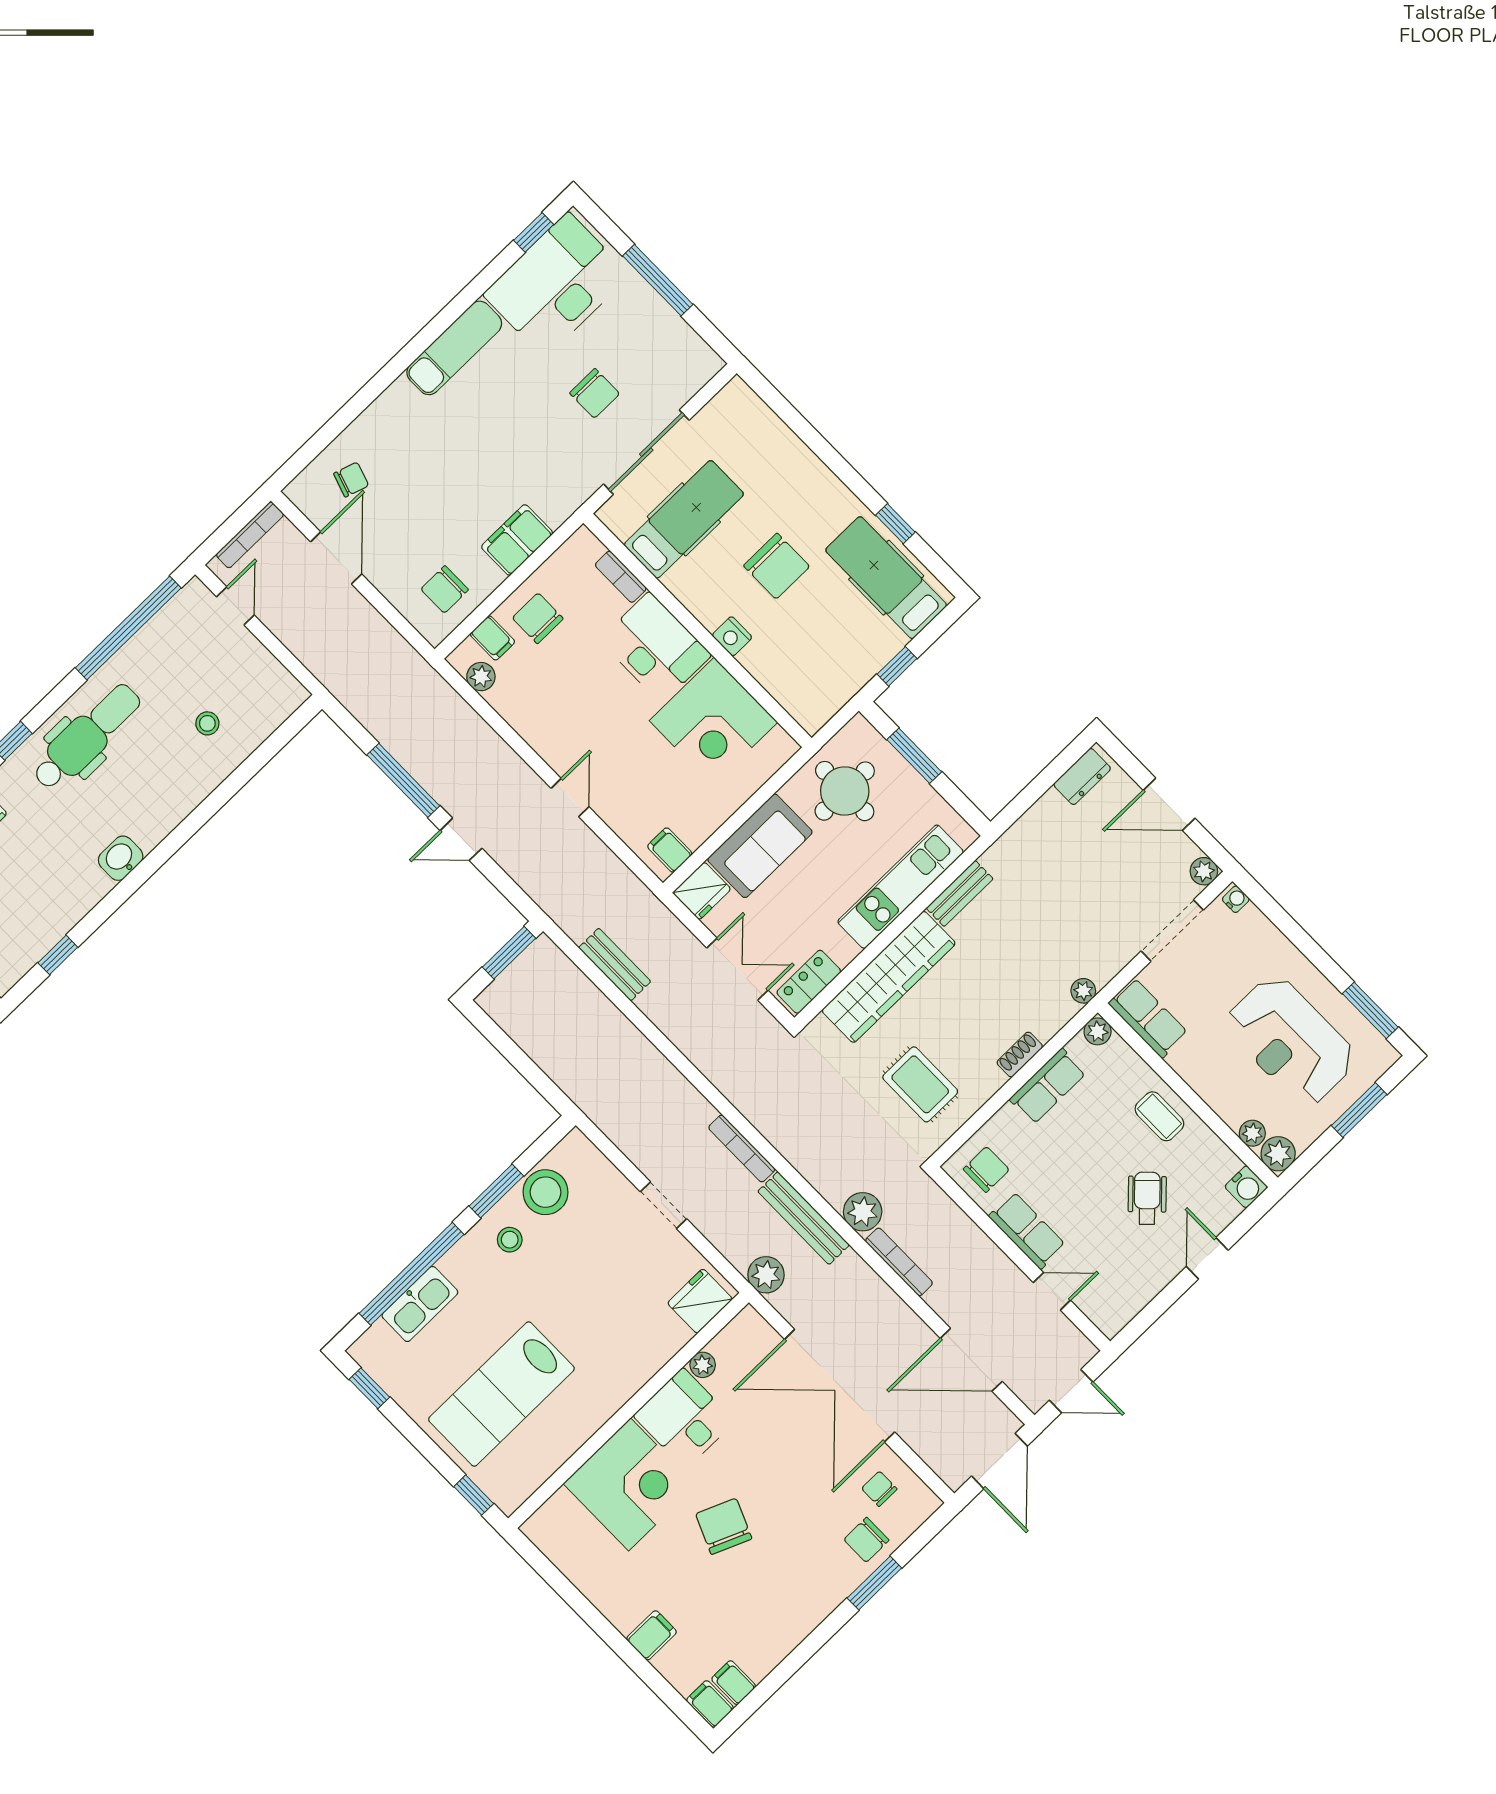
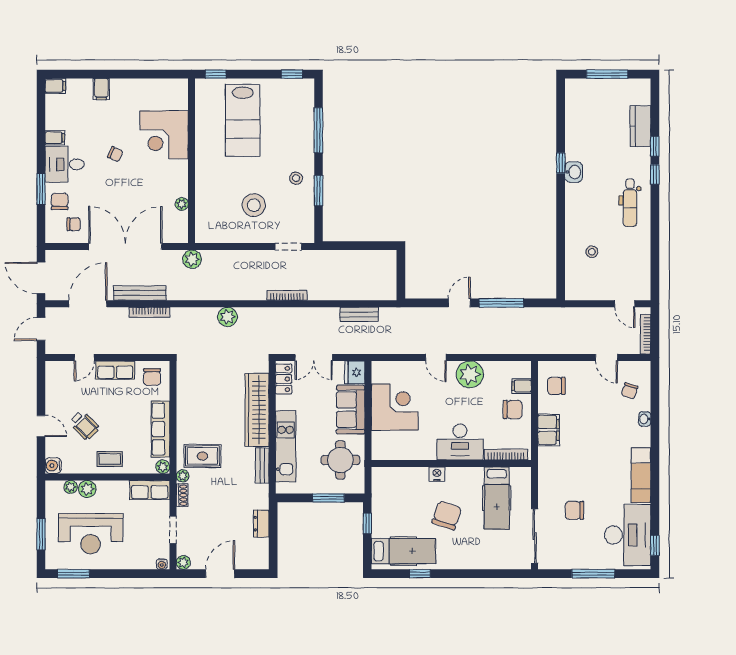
washbasin: (370, 420) -> (645, 419), added
sliding door: (646, 452) -> (535, 536), moved
door: (336, 558) -> (606, 358), width x0.73
chair: (777, 566) -> (447, 515), turned 109
bookcase: (621, 577) -> (506, 455), width x1.56
chair: (445, 589) -> (556, 386), turned -90
window: (128, 628) -> (655, 257), removed
plant: (481, 677) -> (470, 374), moved, width x1.87, depth x1.87
corner desk: (713, 721) -> (395, 407), moved, turned 90
dental chair: (87, 737) -> (630, 203), width x0.73, depth x0.72
dresser: (1082, 777) -> (261, 524), moved
filing cabinet: (670, 850) -> (381, 375), removed
doorway: (1172, 930) -> (173, 530), width x0.73
window: (509, 953) -> (401, 280), removed
window: (58, 955) -> (561, 163), moved
reception desk: (1291, 1041) -> (91, 534), turned 180
shoe rack: (1020, 1055) -> (182, 495), moved
rug: (920, 1084) -> (202, 456), moved
row of seats: (1048, 1086) -> (161, 429), width x1.48
bookcase: (742, 1148) -> (287, 295), moved
plant: (1278, 1154) -> (87, 489), moved
stool: (546, 1192) -> (254, 205), moved
doorway: (663, 1205) -> (288, 247), moved
plant: (863, 1212) -> (228, 317), moved
bench: (804, 1218) -> (140, 293), moved
window: (412, 1274) -> (318, 130), width x0.68
fridge: (700, 1301) -> (206, 226), removed
kitchen sink: (420, 1304) -> (305, 123), removed
lab bench: (501, 1394) -> (243, 120), turned 180
desk: (684, 1418) -> (65, 164), moved, turned 180
chair: (724, 1526) -> (115, 154), width x0.54, depth x0.54
filing cabinet: (734, 1683) -> (55, 138), moved

